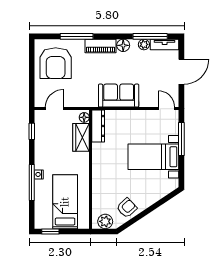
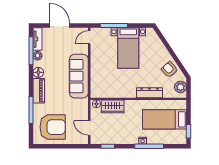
sofa: (119, 96) -> (79, 76), width x1.36
dresser: (98, 126) -> (149, 93), moved

